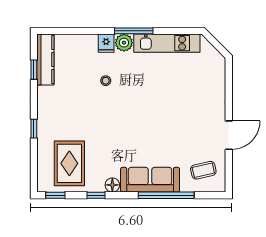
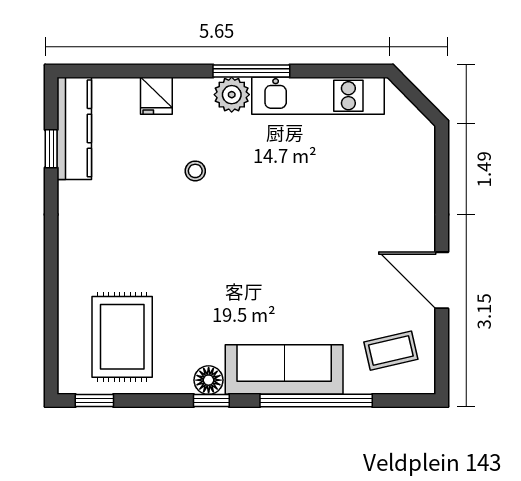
fridge: (106, 43) -> (156, 96), moved
window: (34, 129) -> (51, 267), removed
door: (229, 135) -> (442, 280), swing flipped
window: (96, 195) -> (211, 401), moved

